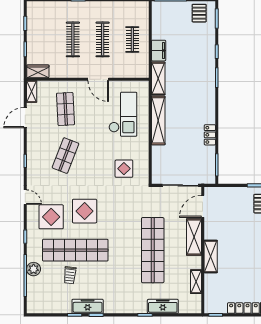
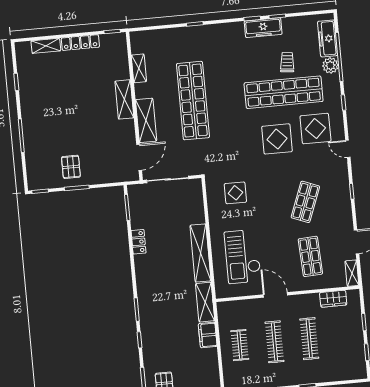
wardrobe: (38, 71) -> (333, 299), moved
freezer: (163, 306) -> (328, 38), moved, turned 90

